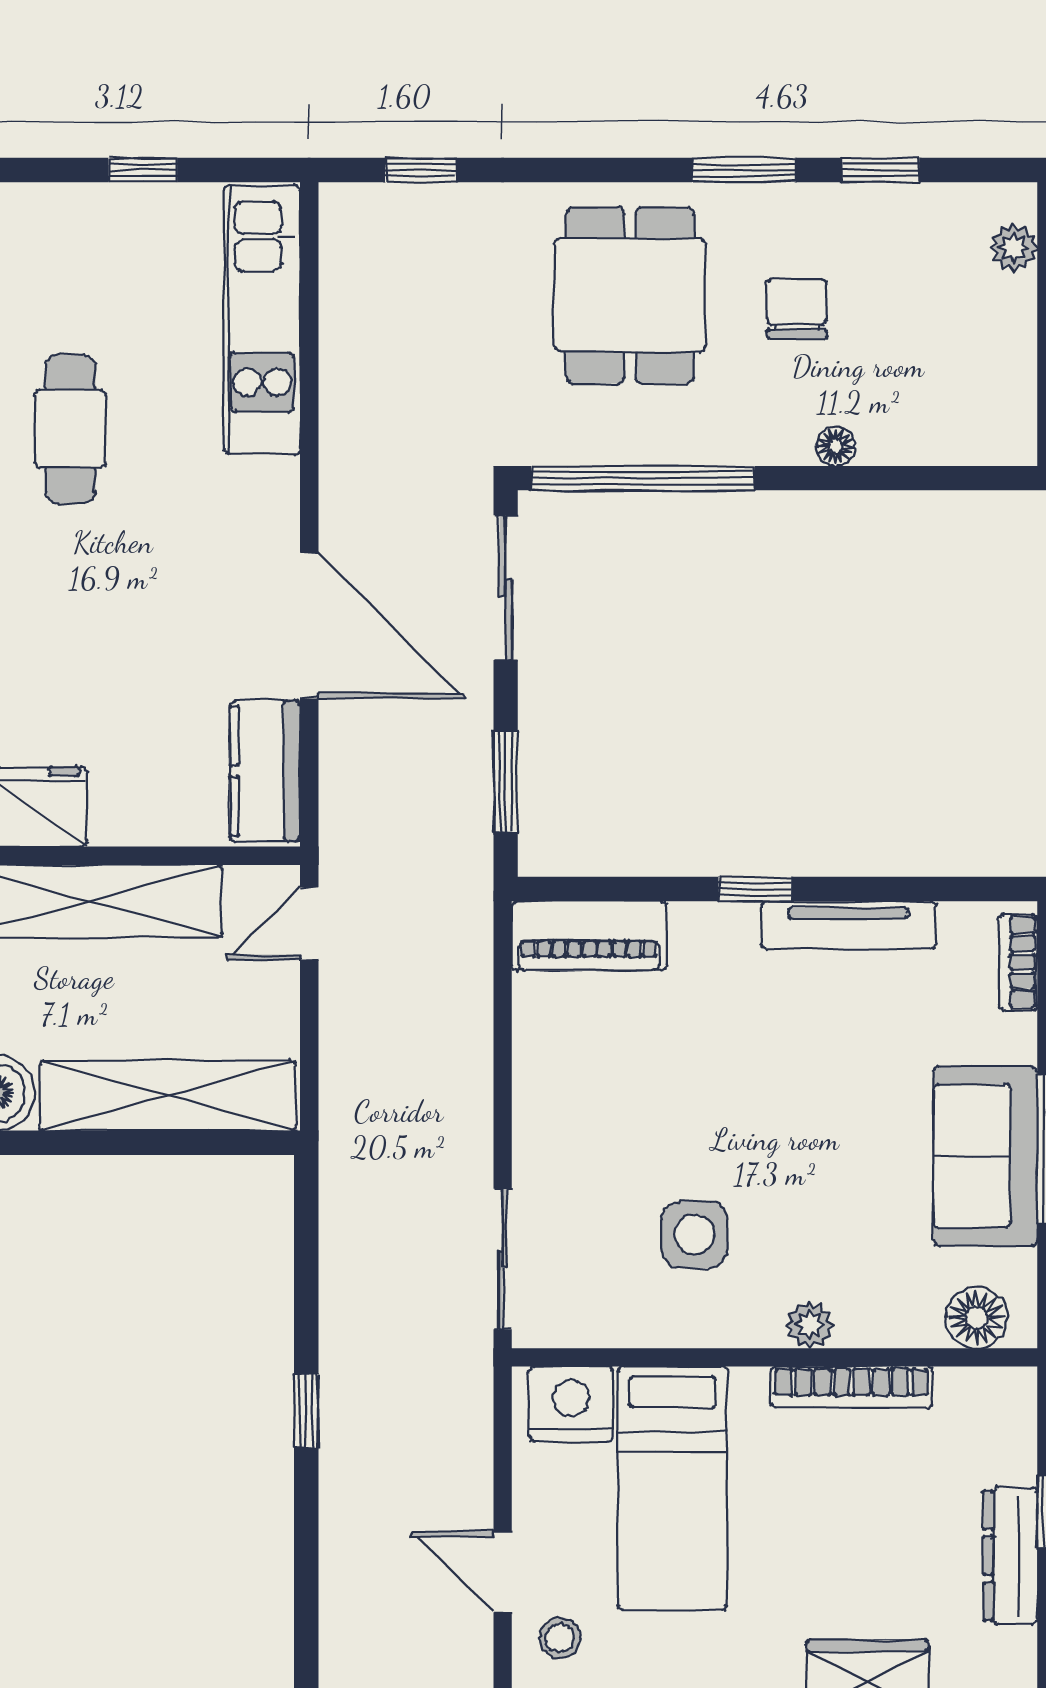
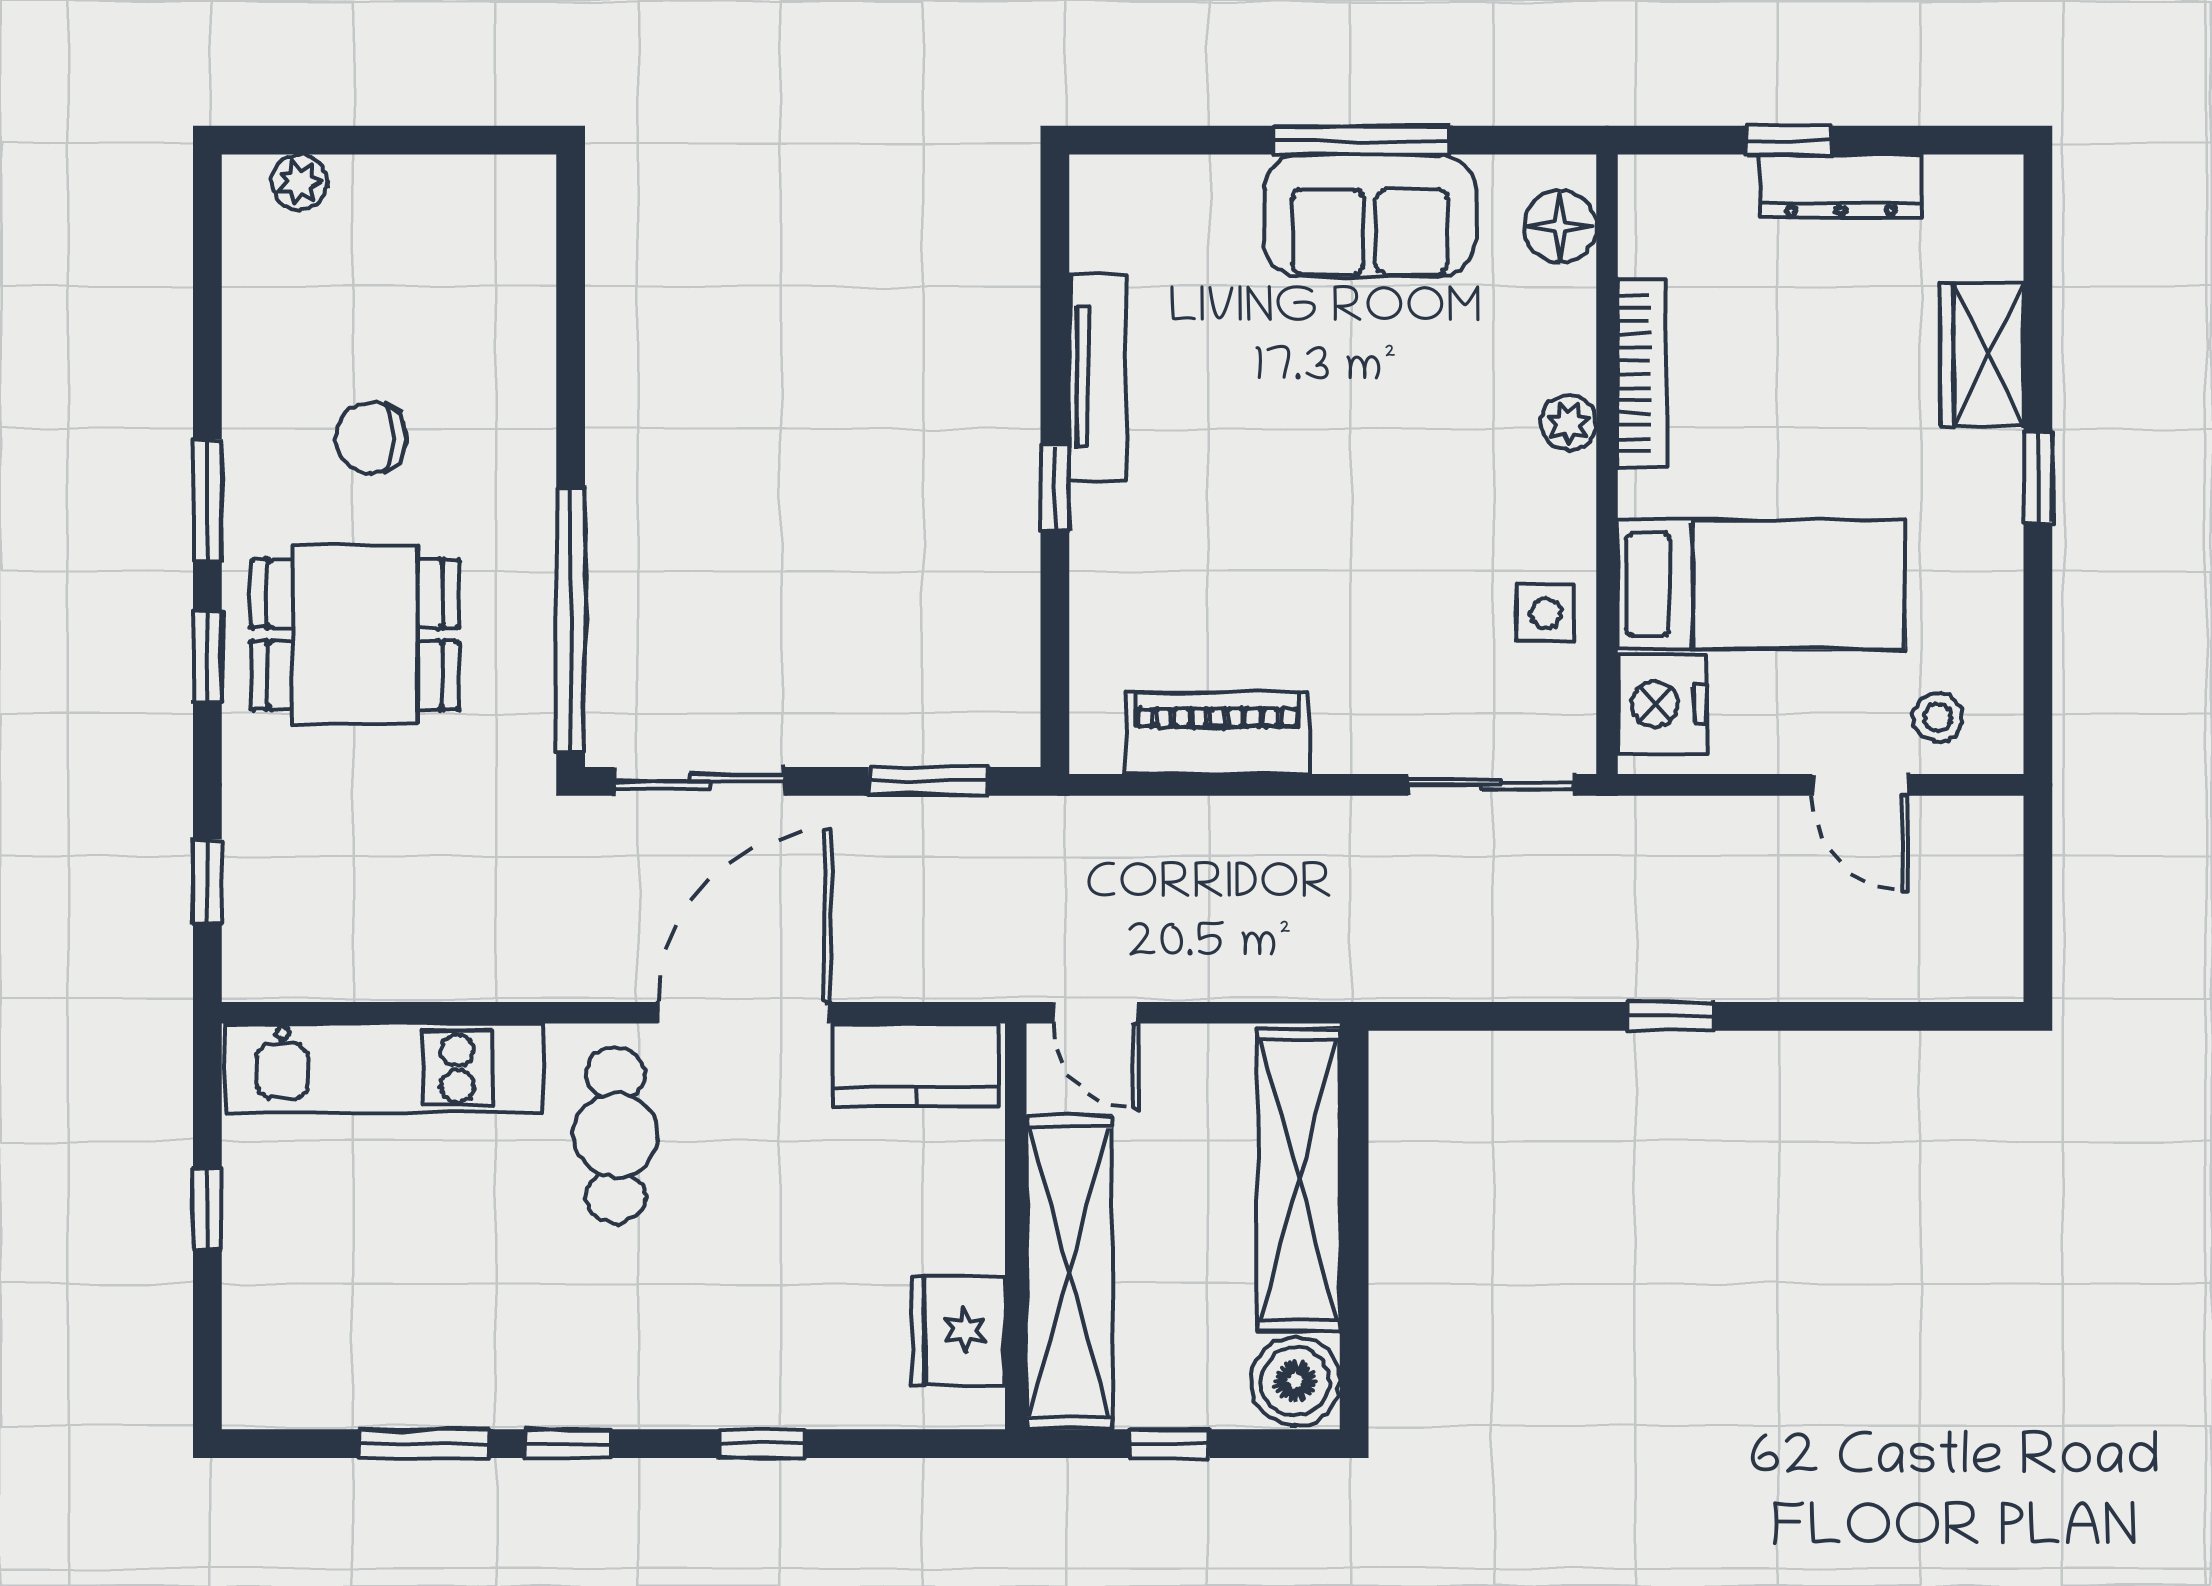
window: (880, 170) -> (207, 656), moved
cafe table: (70, 429) -> (616, 1135), moved, turned 90
floor lamp: (836, 446) -> (533, 392), removed
piano: (589, 936) -> (1217, 733), moved, turned -90
bookcase: (1018, 962) -> (1141, 177), removed
side table: (694, 1234) -> (1546, 613), moved, width x0.73, depth x0.73
door: (503, 1572) -> (1860, 785), hinge flipped

